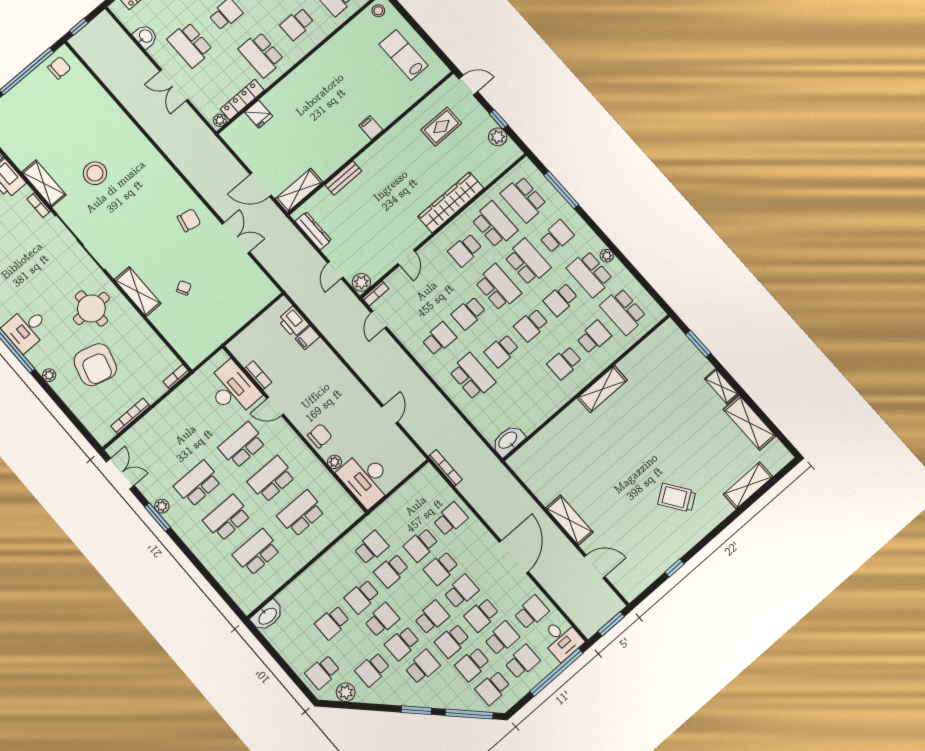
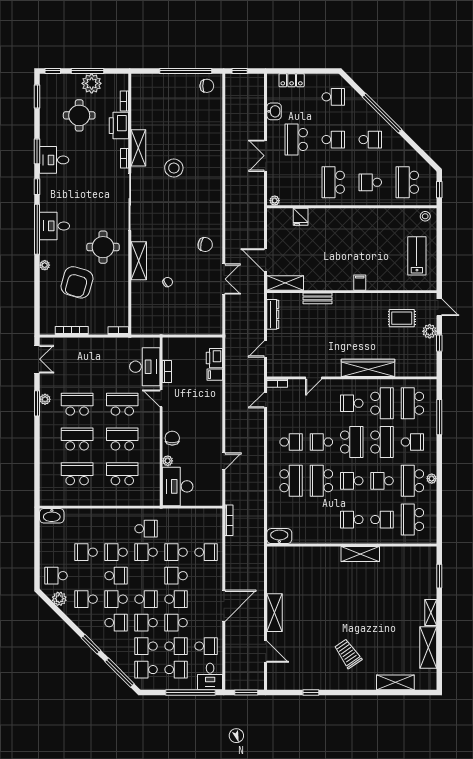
locker: (242, 100) -> (299, 200), removed
plant: (498, 137) -> (430, 331), moved
plant: (361, 282) -> (274, 370), removed
school desk: (502, 351) -> (321, 481), width x1.85
chair: (320, 436) -> (172, 438), turned -90

